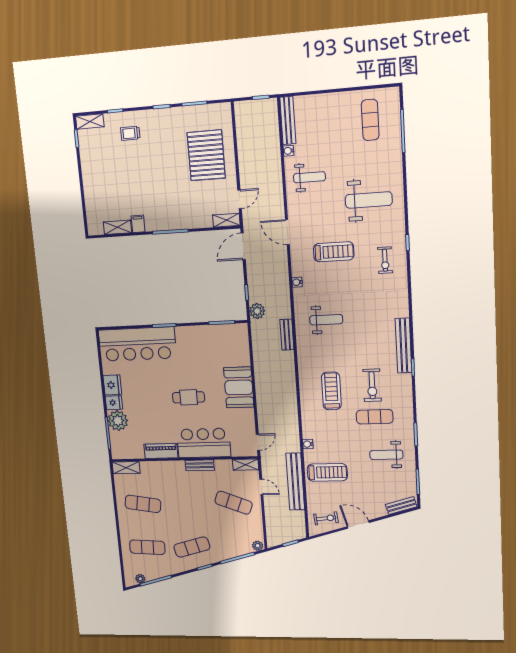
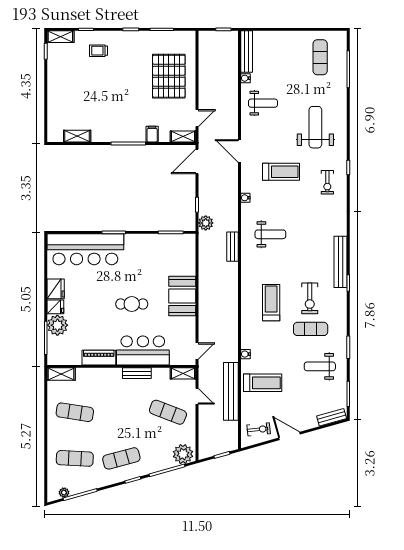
weight bench: (369, 200) -> (315, 127), turned -90
filing cabinet: (138, 224) -> (152, 134), moved
plant: (258, 546) -> (183, 454), width x1.88, depth x1.88

